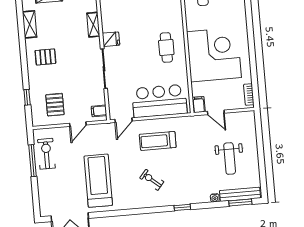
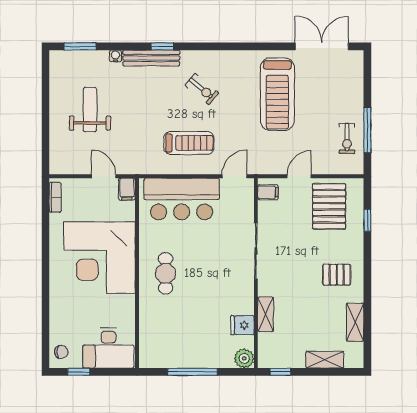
fridge: (111, 39) -> (242, 325), moved
pallet: (55, 105) -> (329, 206), width x1.50, depth x1.42
exercise bike: (46, 154) -> (347, 138), width x0.73, depth x0.72
bench: (240, 194) -> (151, 58), moved

